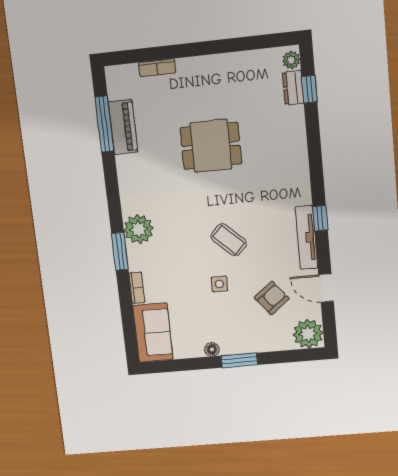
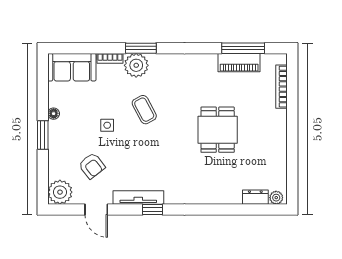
bookcase: (157, 68) -> (282, 87), width x1.56
window: (309, 89) -> (253, 209), removed
plant: (139, 229) -> (136, 65), moved
coffee table: (229, 240) -> (144, 110), moved, turned -71
door: (326, 288) -> (96, 209), swing flipped

